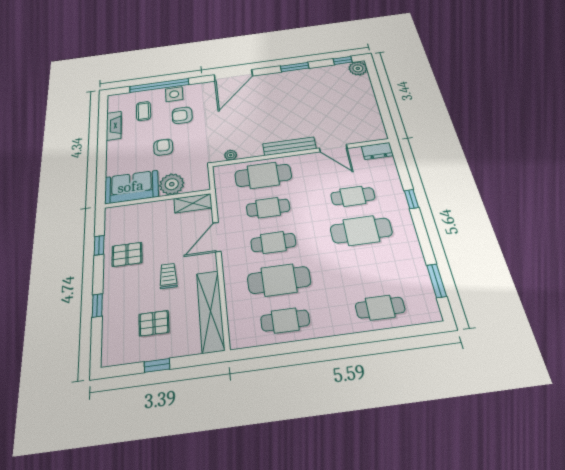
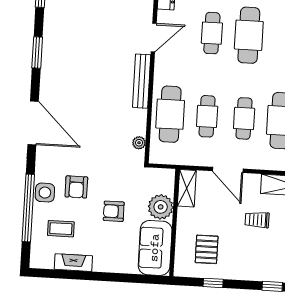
pallet: (127, 254) -> (207, 249), moved

